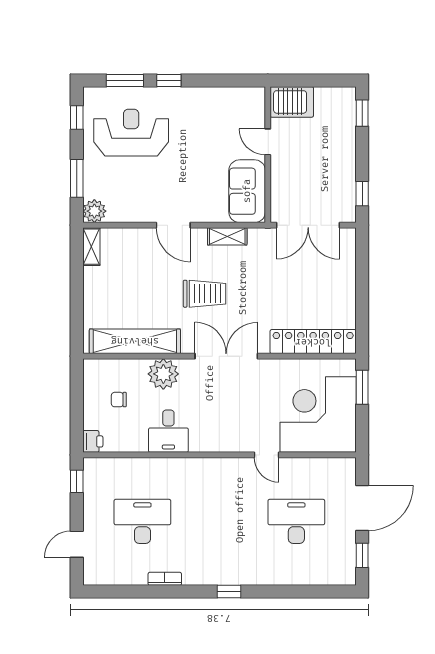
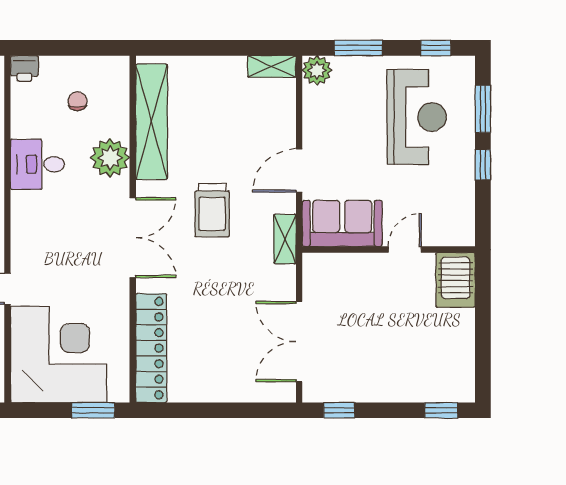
server rack: (292, 102) -> (456, 280), moved
door: (268, 142) -> (405, 250), moved
wall: (268, 155) -> (389, 250), moved
sofa: (247, 191) -> (342, 223), moved

